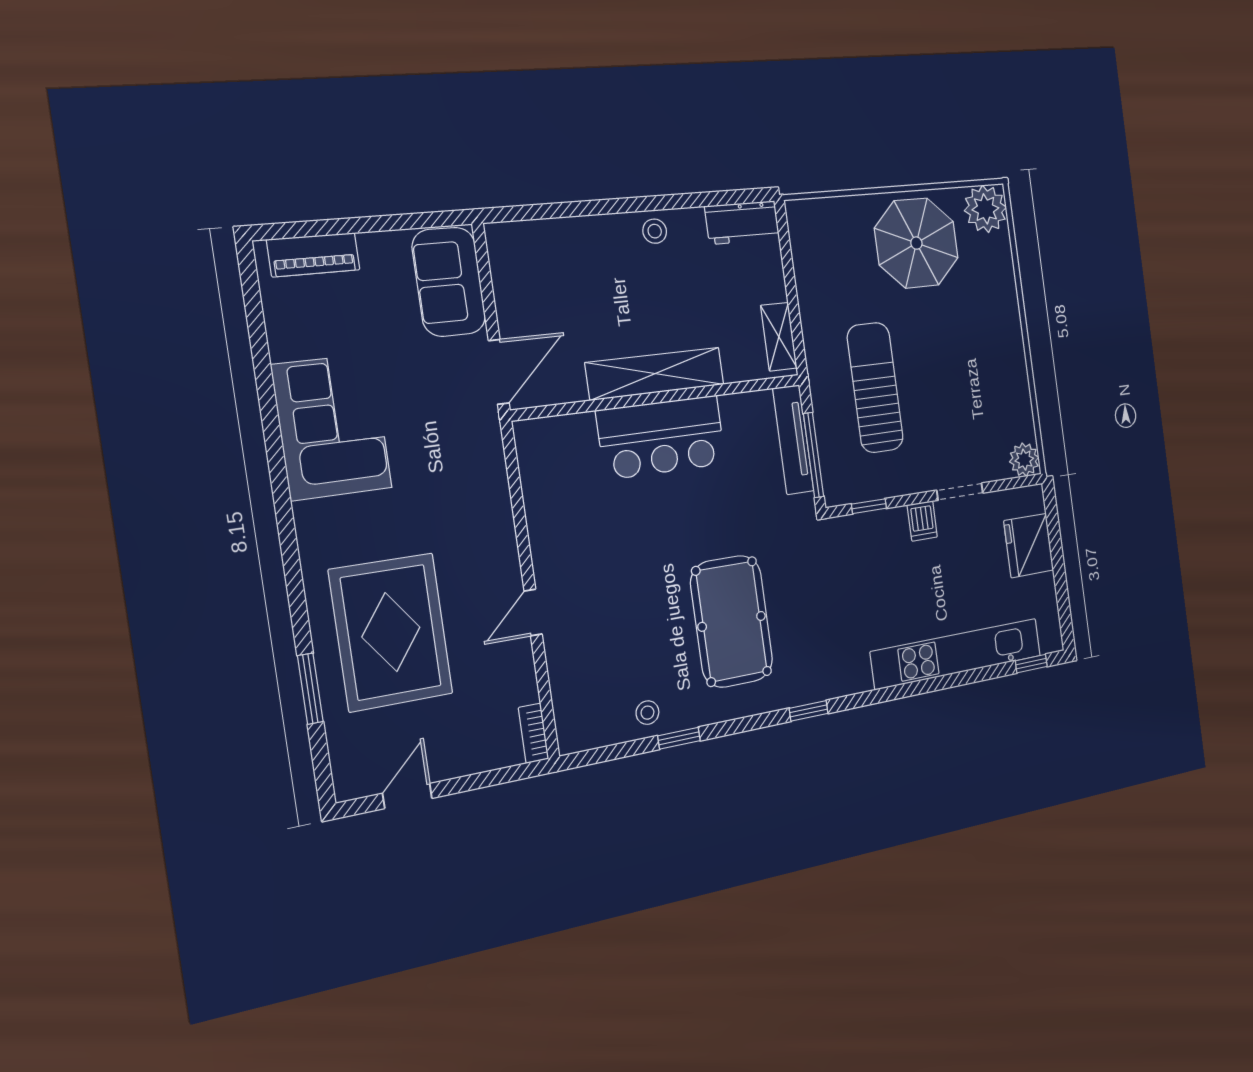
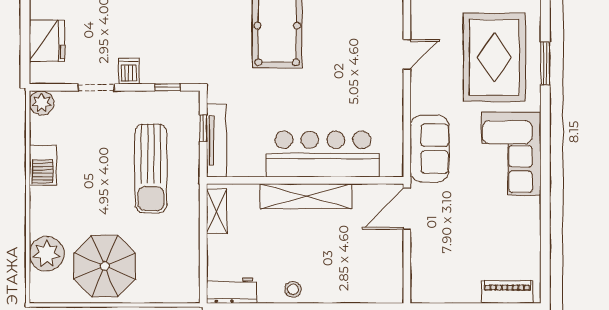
plant: (985, 209) -> (47, 254), moved
sofa: (449, 282) -> (430, 149), moved
barbecue: (1012, 375) -> (43, 165), added
corner sofa: (332, 427) -> (511, 154), moved
bar counter: (662, 437) -> (323, 154), width x1.36
window: (814, 455) -> (203, 128), width x0.46
window: (310, 689) -> (545, 63), moved

